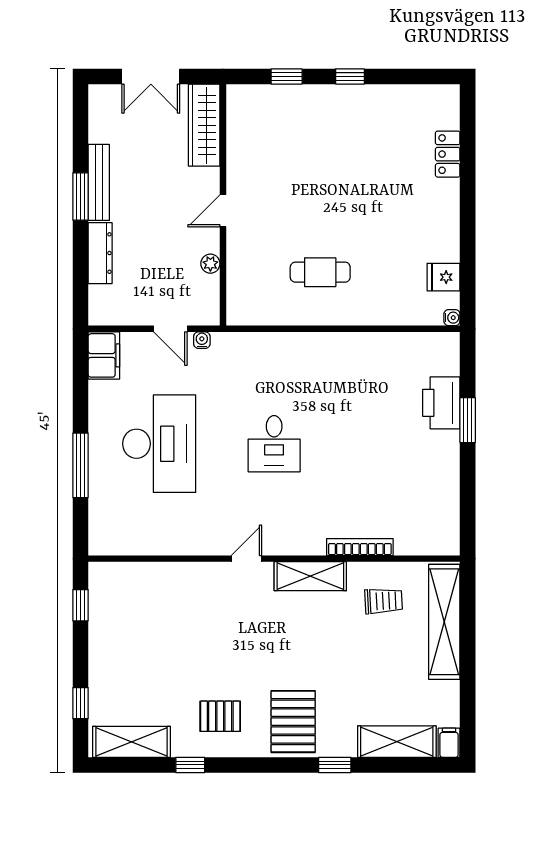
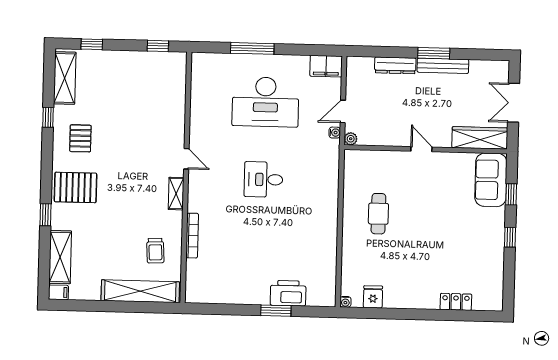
sofa: (266, 107) -> (491, 180), added
plant: (210, 264) -> (351, 139), moved
shelving: (310, 576) -> (176, 194), width x0.67, depth x0.75

